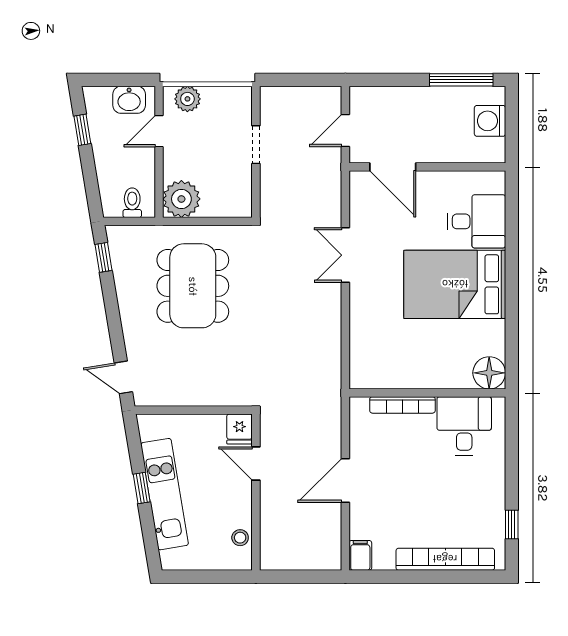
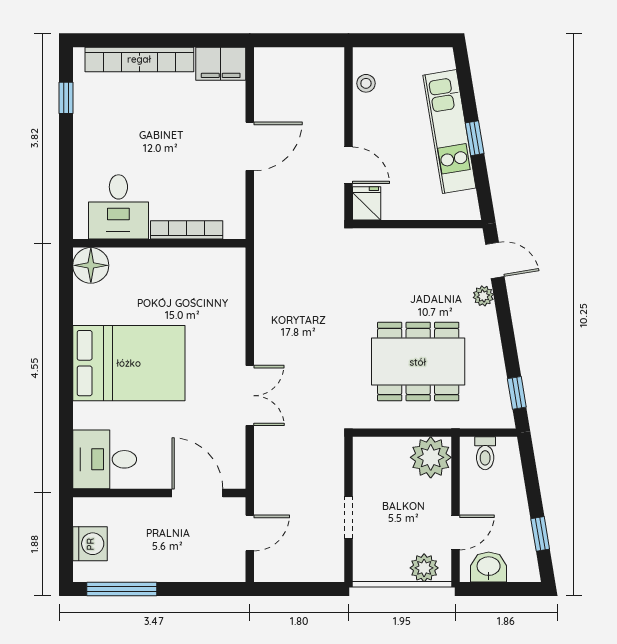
desk: (477, 221) -> (105, 459), moved
dining table: (193, 286) -> (418, 362), turned 90
plant: (134, 345) -> (483, 296), added
filing cabinet: (360, 555) -> (221, 64), width x2.00

